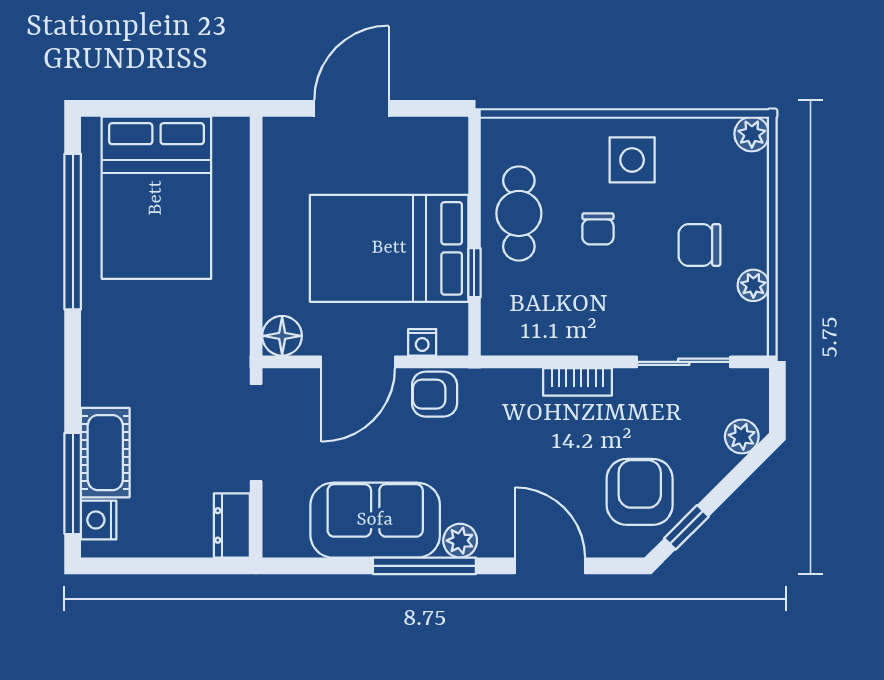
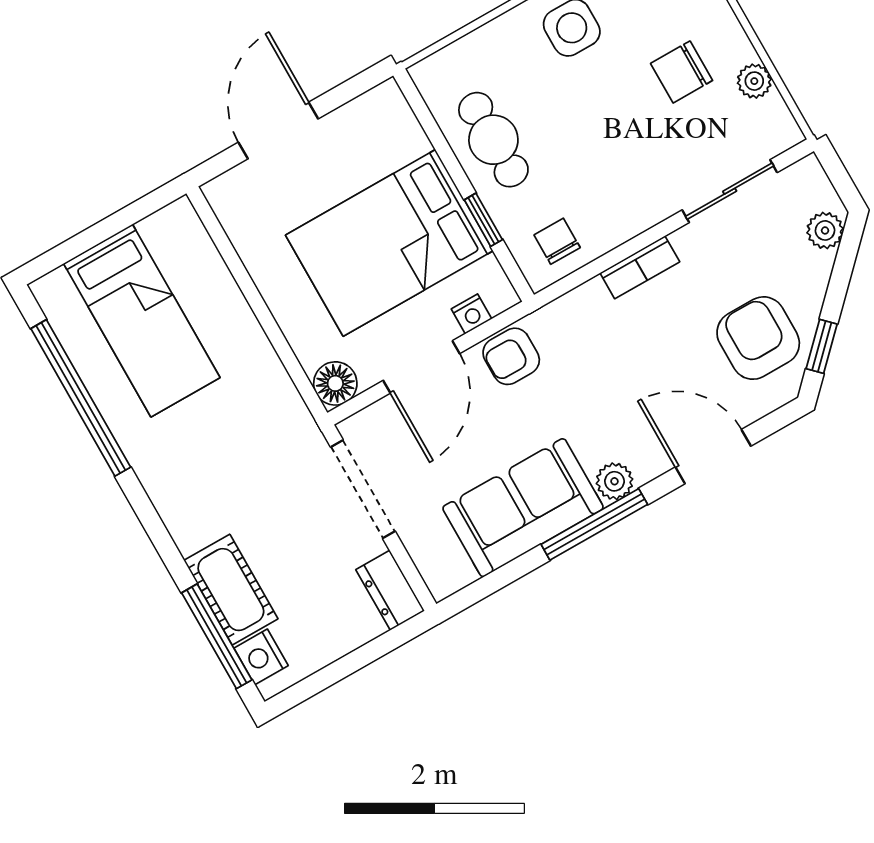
bed: (156, 198) -> (142, 321), width x0.67
chair: (598, 229) -> (557, 241), moved, turned 180

